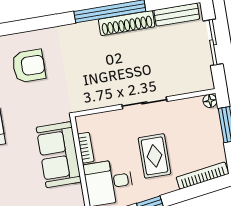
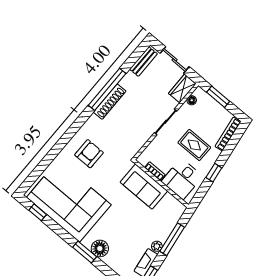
shoe rack: (127, 23) -> (110, 102), moved
wardrobe: (195, 81) -> (182, 88), added
floor lamp: (210, 101) -> (192, 100), moved

